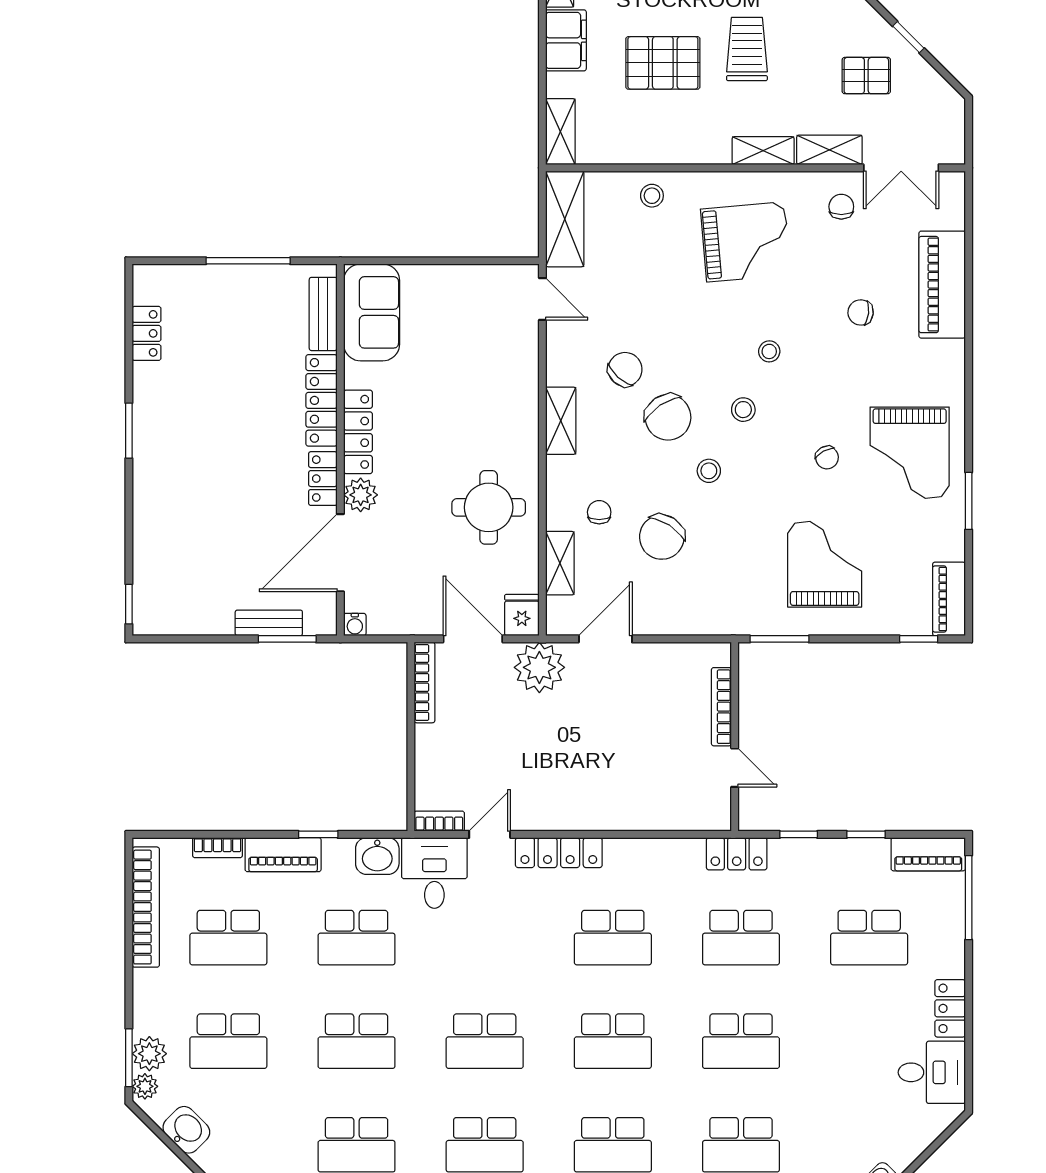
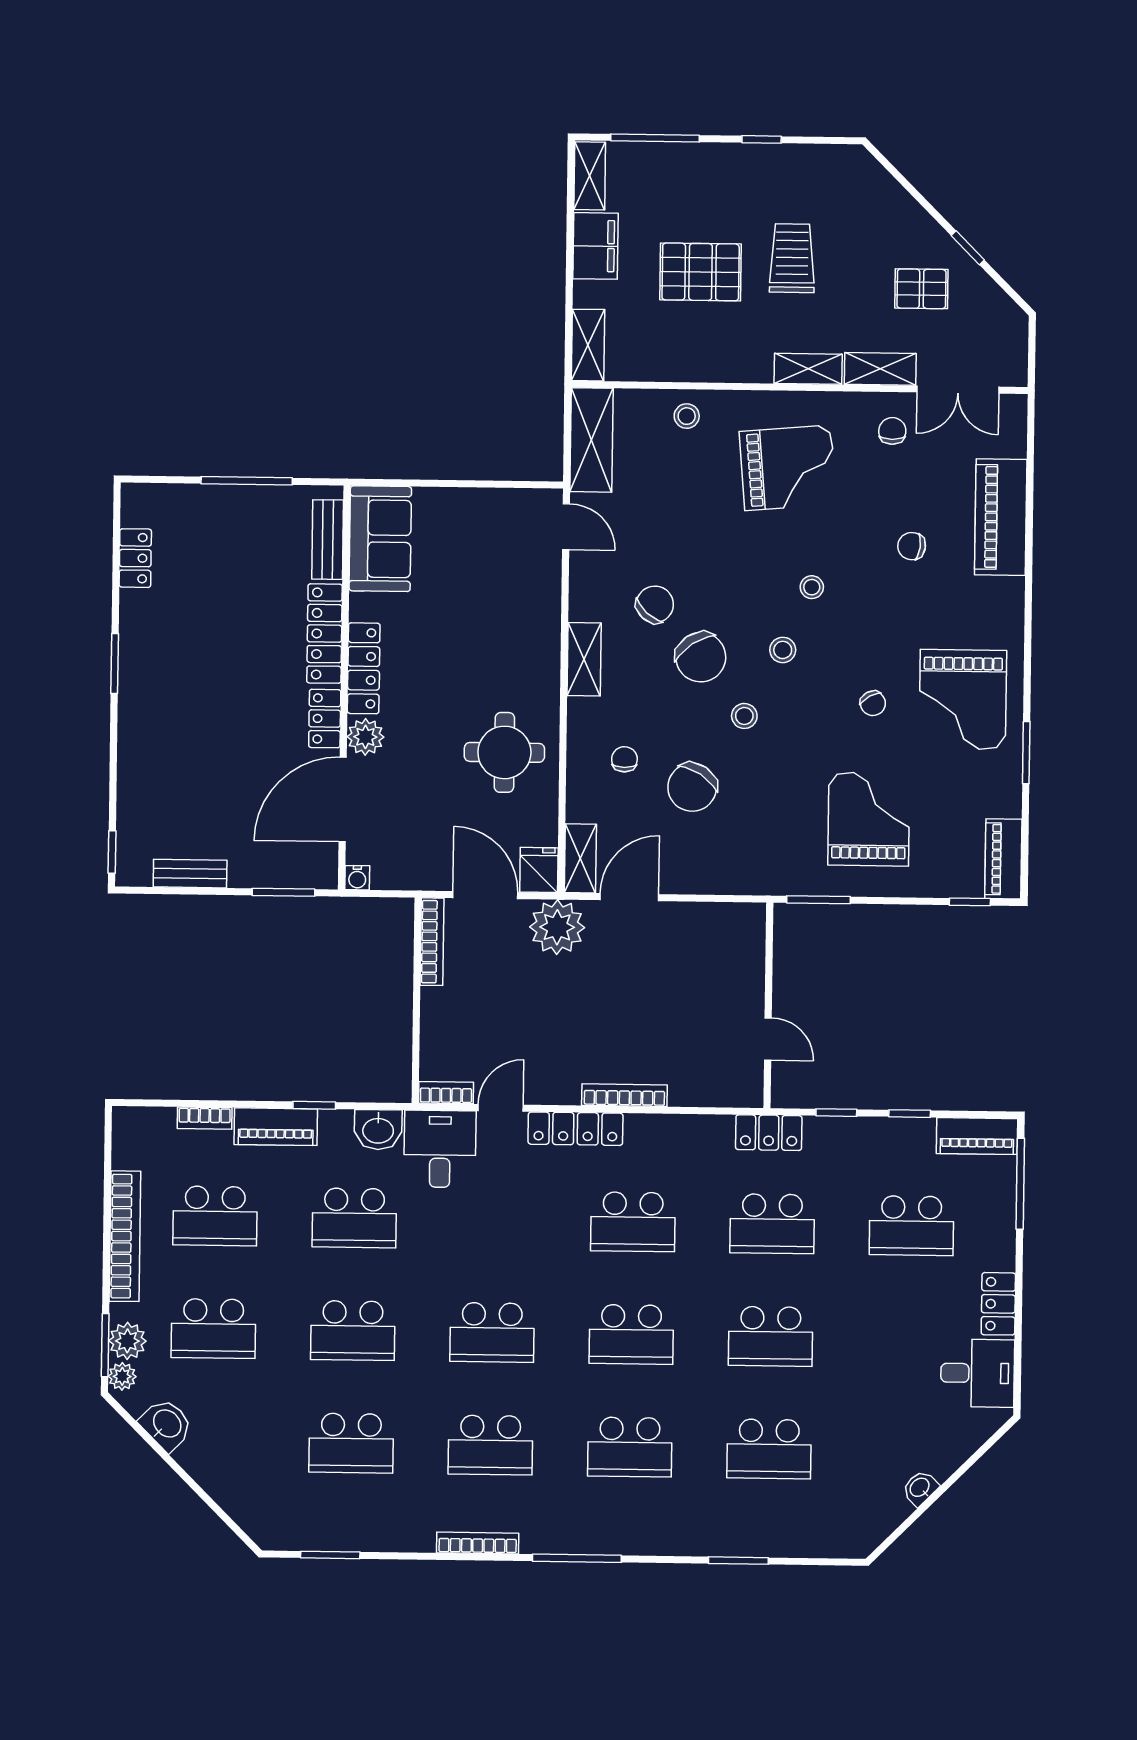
shelving: (560, 563) -> (580, 858), moved
bench: (269, 623) -> (190, 874), moved
bookcase: (721, 707) -> (624, 1095), moved, turned 90
bookcase: (146, 907) -> (125, 1236), moved

